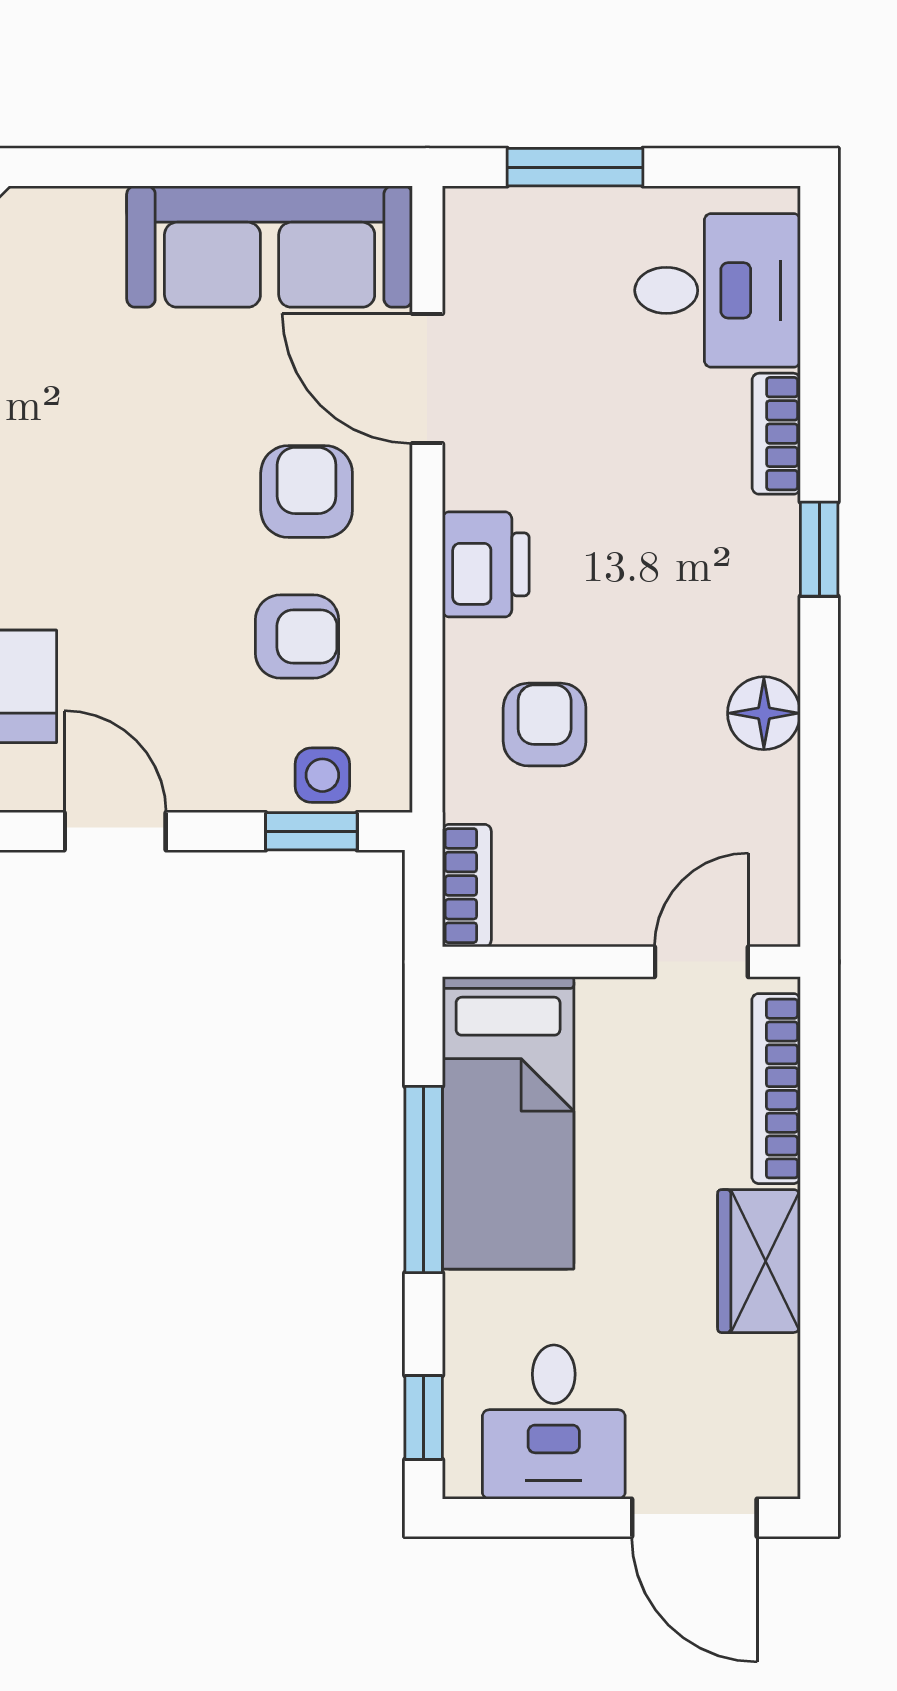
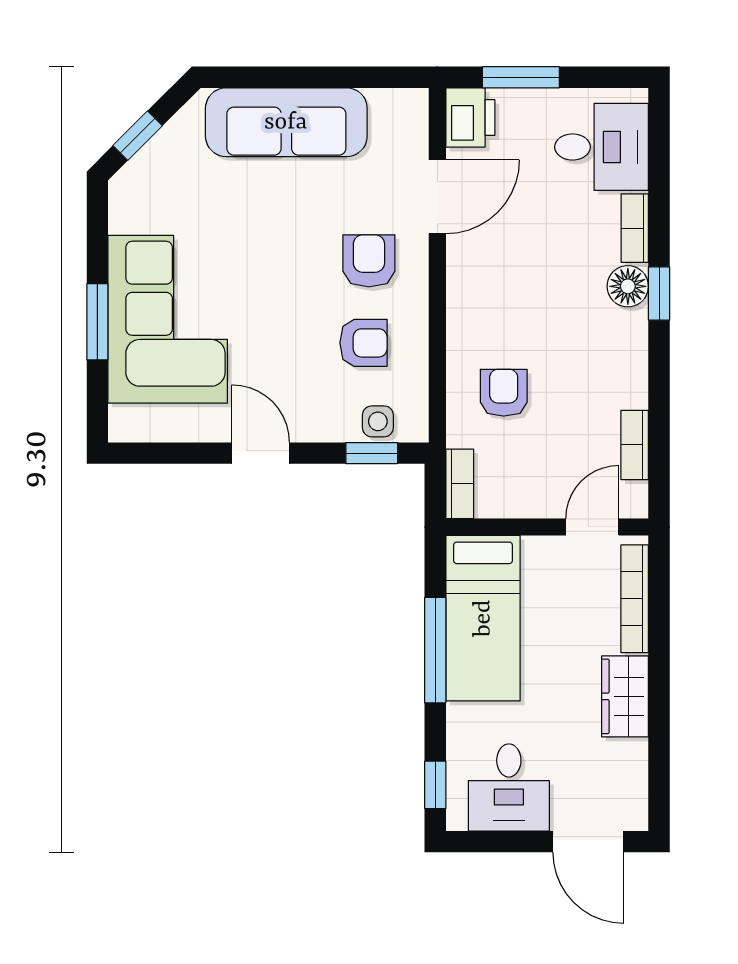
sofa: (270, 247) -> (286, 122), moved
door: (427, 378) -> (437, 197), swing flipped
printer: (486, 564) -> (470, 117), moved
floor lamp: (764, 713) -> (628, 286), moved
bookcase: (776, 817) -> (635, 445), added

